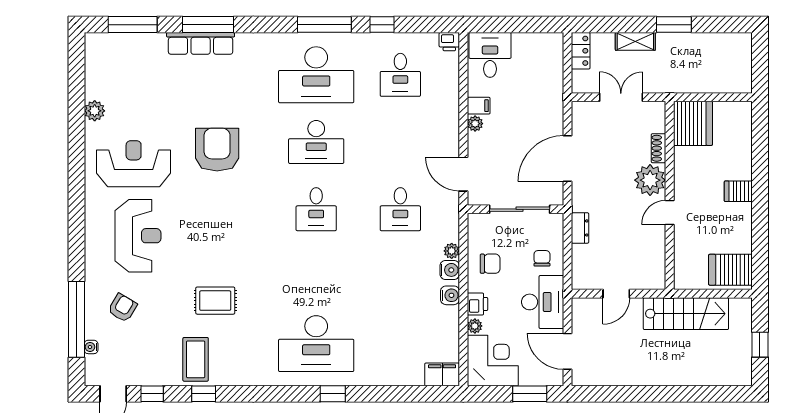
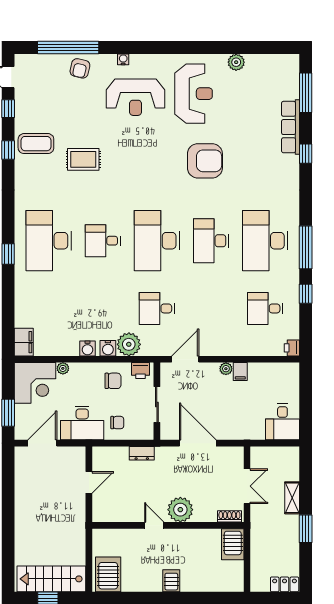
window: (208, 25) -> (306, 154), width x0.46
row of seats: (201, 43) -> (290, 127), moved
locker: (581, 51) -> (285, 584), moved, turned 180
desk: (490, 55) -> (282, 422), moved, turned 90
server rack: (693, 123) -> (233, 544), width x0.62
shoe rack: (659, 148) -> (229, 516), moved
desk: (316, 209) -> (157, 241), width x1.87, depth x1.30
sliding door: (520, 209) -> (157, 404), width x0.73
plant: (452, 251) -> (129, 344), width x1.88, depth x1.88
chair: (490, 264) -> (113, 381), turned -90
desk: (316, 276) -> (103, 241), added
door: (616, 294) -> (89, 482), swing flipped
rug: (215, 301) -> (83, 159), turned 90
printer: (477, 304) -> (141, 371), moved
armchair: (123, 308) -> (80, 68), moved, turned 72
stairs: (686, 314) -> (51, 579), moved, turned 90
water cooler: (91, 347) -> (123, 59), moved

